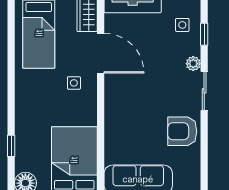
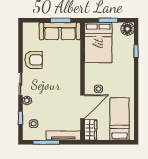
door: (101, 53) -> (82, 107), swing flipped

